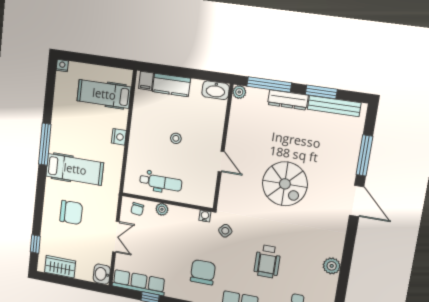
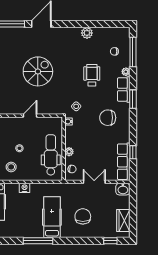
stool: (151, 122) -> (11, 167), added
dental chair: (161, 182) -> (51, 155), width x1.36, depth x1.38
wheelchair: (267, 261) -> (92, 75), turned -90

